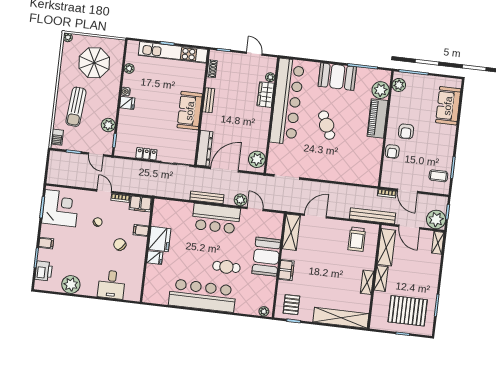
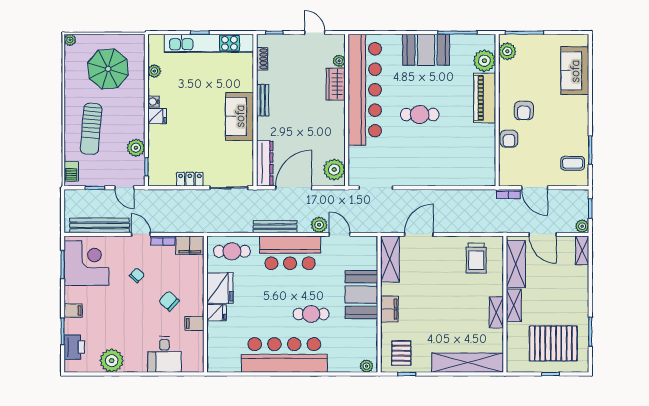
cafe table: (327, 125) -> (420, 115), turned -66
cafe table: (172, 212) -> (232, 251), added
bench: (372, 216) -> (100, 225), moved
plant: (436, 220) -> (582, 226), width x0.53, depth x0.53
filing cabinet: (141, 230) -> (194, 323), moved

